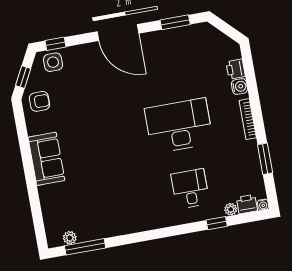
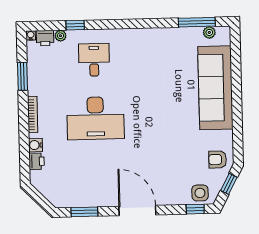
sofa: (46, 159) -> (215, 88), width x1.85, depth x1.27
desk: (190, 189) -> (94, 60), turned 180

